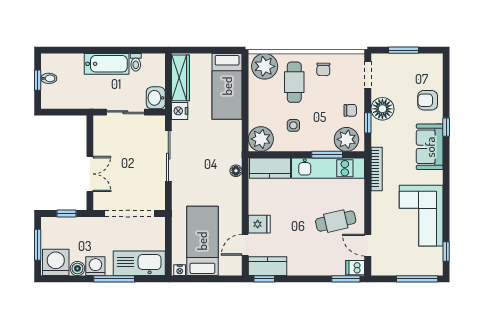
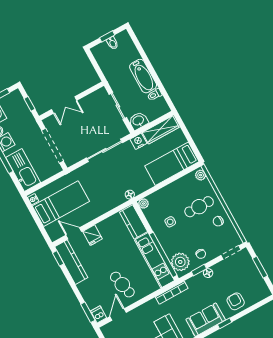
plant: (265, 66) -> (201, 175), width x0.53, depth x0.53
floor lamp: (382, 109) -> (208, 273), width x0.53, depth x0.53
plant: (261, 139) -> (143, 204), width x0.53, depth x0.53
window: (327, 155) -> (163, 255), width x2.11
floor lamp: (236, 171) -> (130, 195), moved
kitchen counter: (268, 266) -> (71, 262), width x1.50

